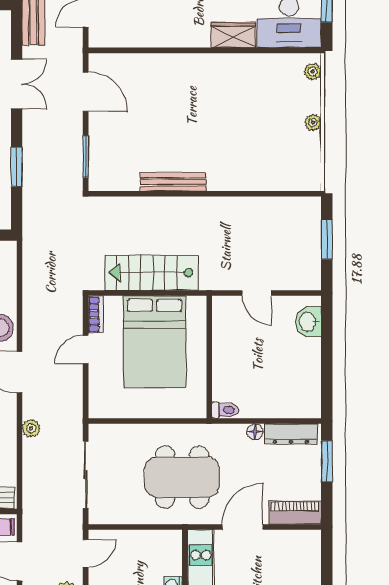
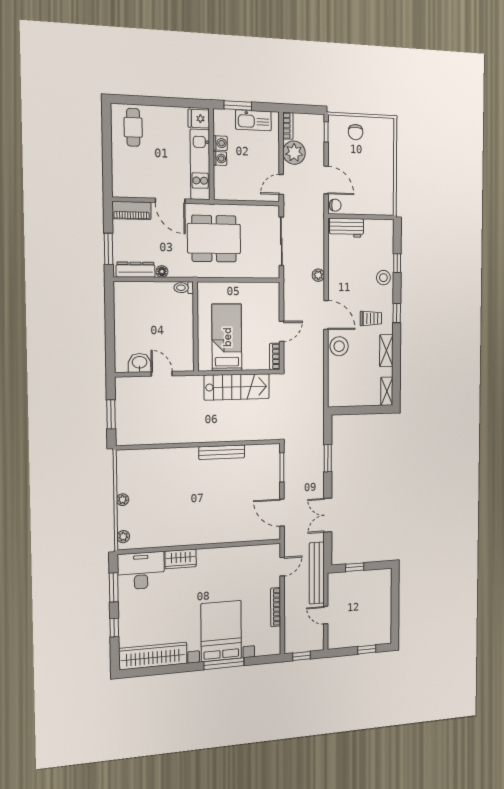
washbasin: (308, 322) -> (140, 363), moved, turned -90
bed: (155, 342) -> (227, 337), width x0.67
door: (243, 527) -> (170, 201), hinge flipped

